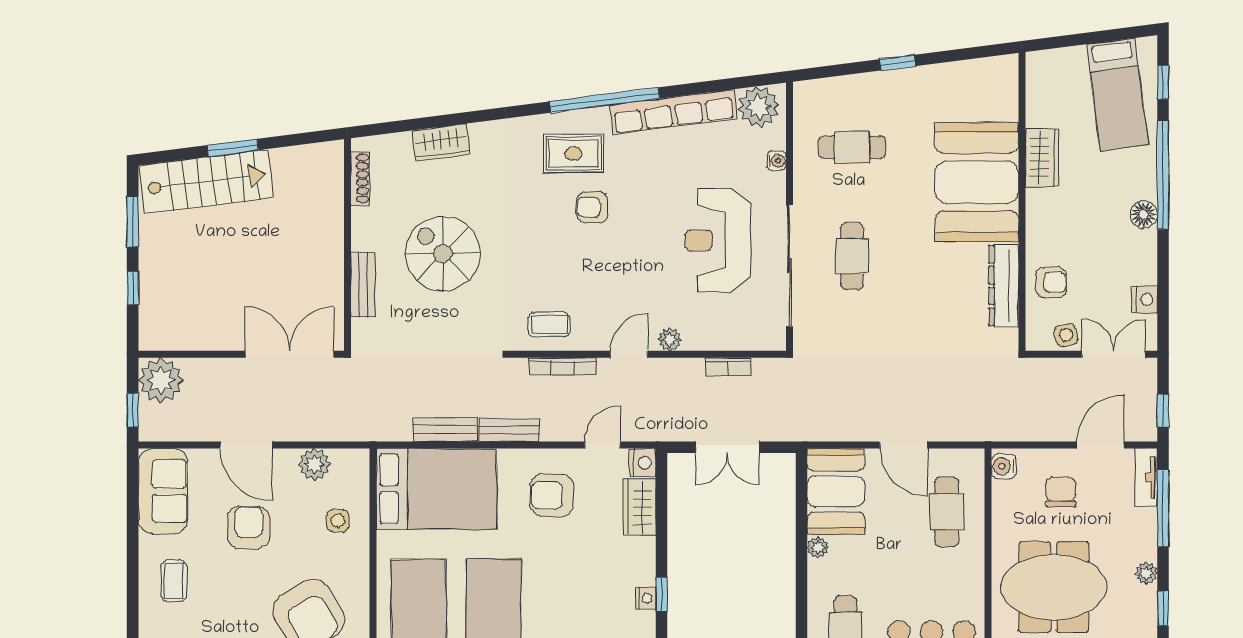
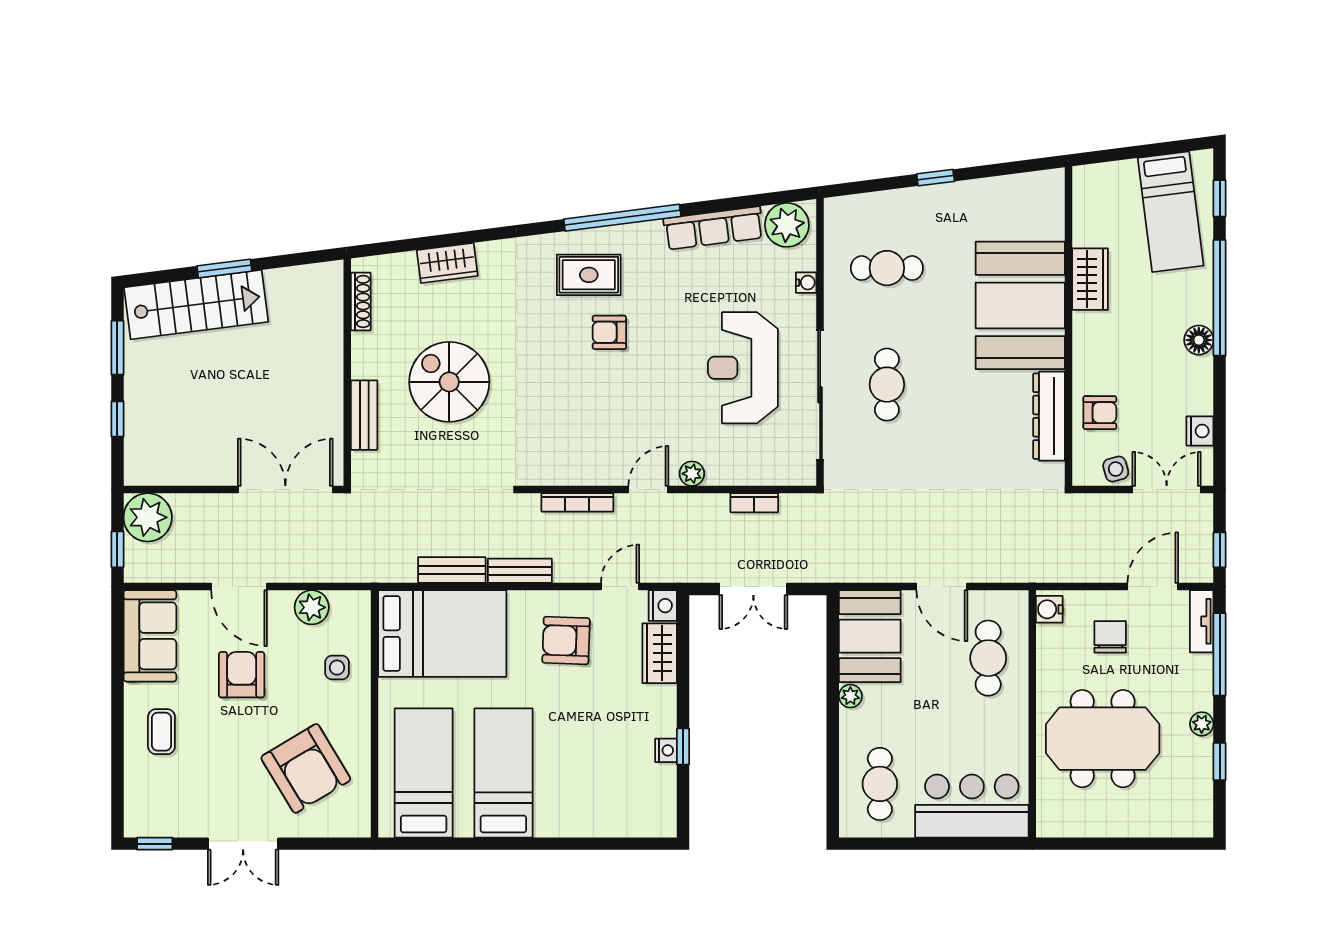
row of seats: (673, 112) -> (713, 228), width x0.73
coffee table: (549, 325) -> (563, 458), removed

